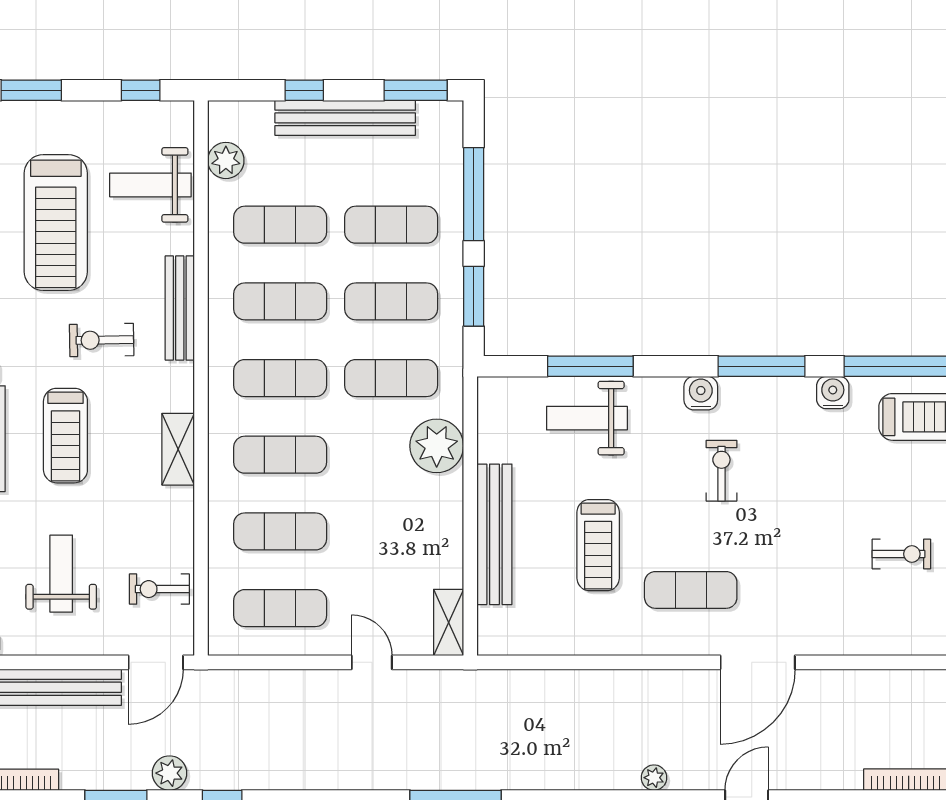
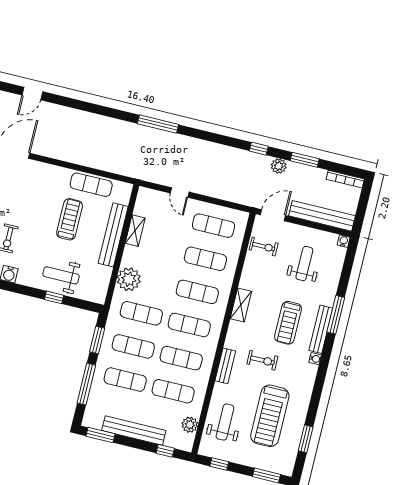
window: (304, 90) -> (165, 451), moved
weight bench: (150, 185) -> (225, 422), turned -90
treadmill: (56, 223) -> (270, 416), turned 180
bench: (180, 308) -> (225, 366), width x0.73
window: (590, 366) -> (54, 297), width x0.46
weight bench: (587, 418) -> (61, 275), turned 180
treadmill: (65, 436) -> (288, 323), turned 180
weight bench: (61, 574) -> (304, 264), turned 180
exercise mat: (691, 590) -> (91, 185), moved
shelving: (449, 622) -> (135, 231), moved
plant: (654, 778) -> (70, 113), removed

